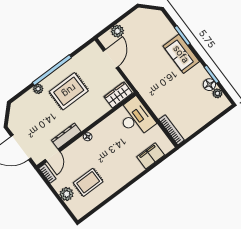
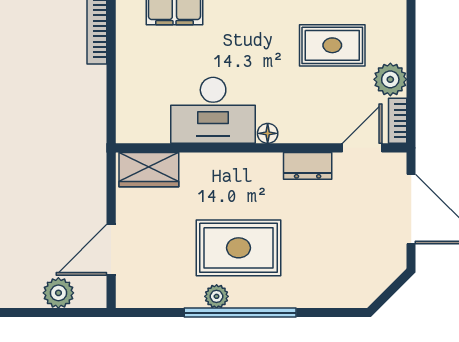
plant: (38, 89) -> (217, 296), moved
desk: (135, 118) -> (213, 110), moved, turned -90
dresser: (66, 136) -> (308, 166), width x0.70
plant: (67, 194) -> (390, 79), moved

